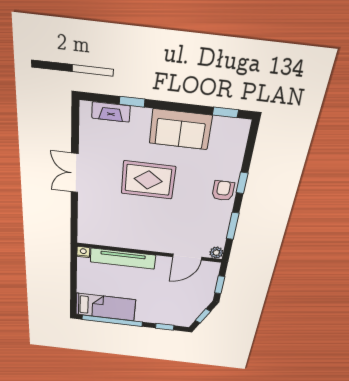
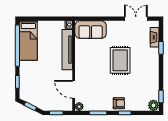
sofa: (180, 129) -> (91, 30), moved, turned -90
plant: (239, 129) -> (153, 105), added
double door: (75, 173) -> (136, 19), moved

